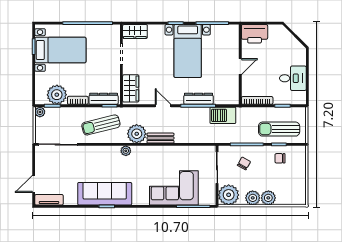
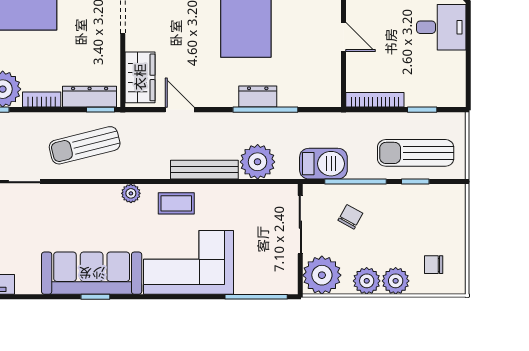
door: (240, 67) -> (344, 37), hinge flipped
desk: (293, 78) -> (441, 27), moved
dresser: (198, 99) -> (258, 97), width x0.70
door: (163, 106) -> (180, 110), moved
barbecue: (223, 115) -> (323, 164), moved, turned 180
plant: (137, 134) -> (258, 162), moved
bench: (160, 138) -> (204, 170), width x1.36
coffee table: (150, 156) -> (176, 203), added
chair: (280, 158) -> (434, 265), moved
corner sofa: (174, 188) -> (188, 262), moved

